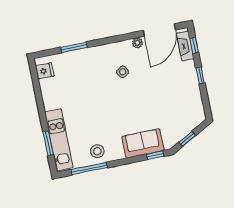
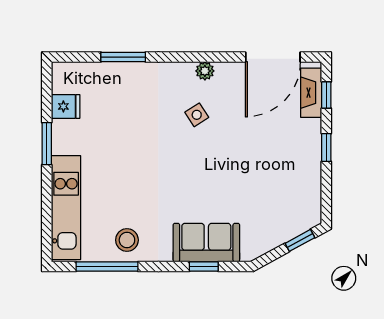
plant: (137, 43) -> (205, 71), moved
fridge: (45, 71) -> (66, 106), moved
window: (187, 139) -> (300, 240), moved
window: (48, 143) -> (47, 144), moved
window: (155, 155) -> (204, 266), moved

